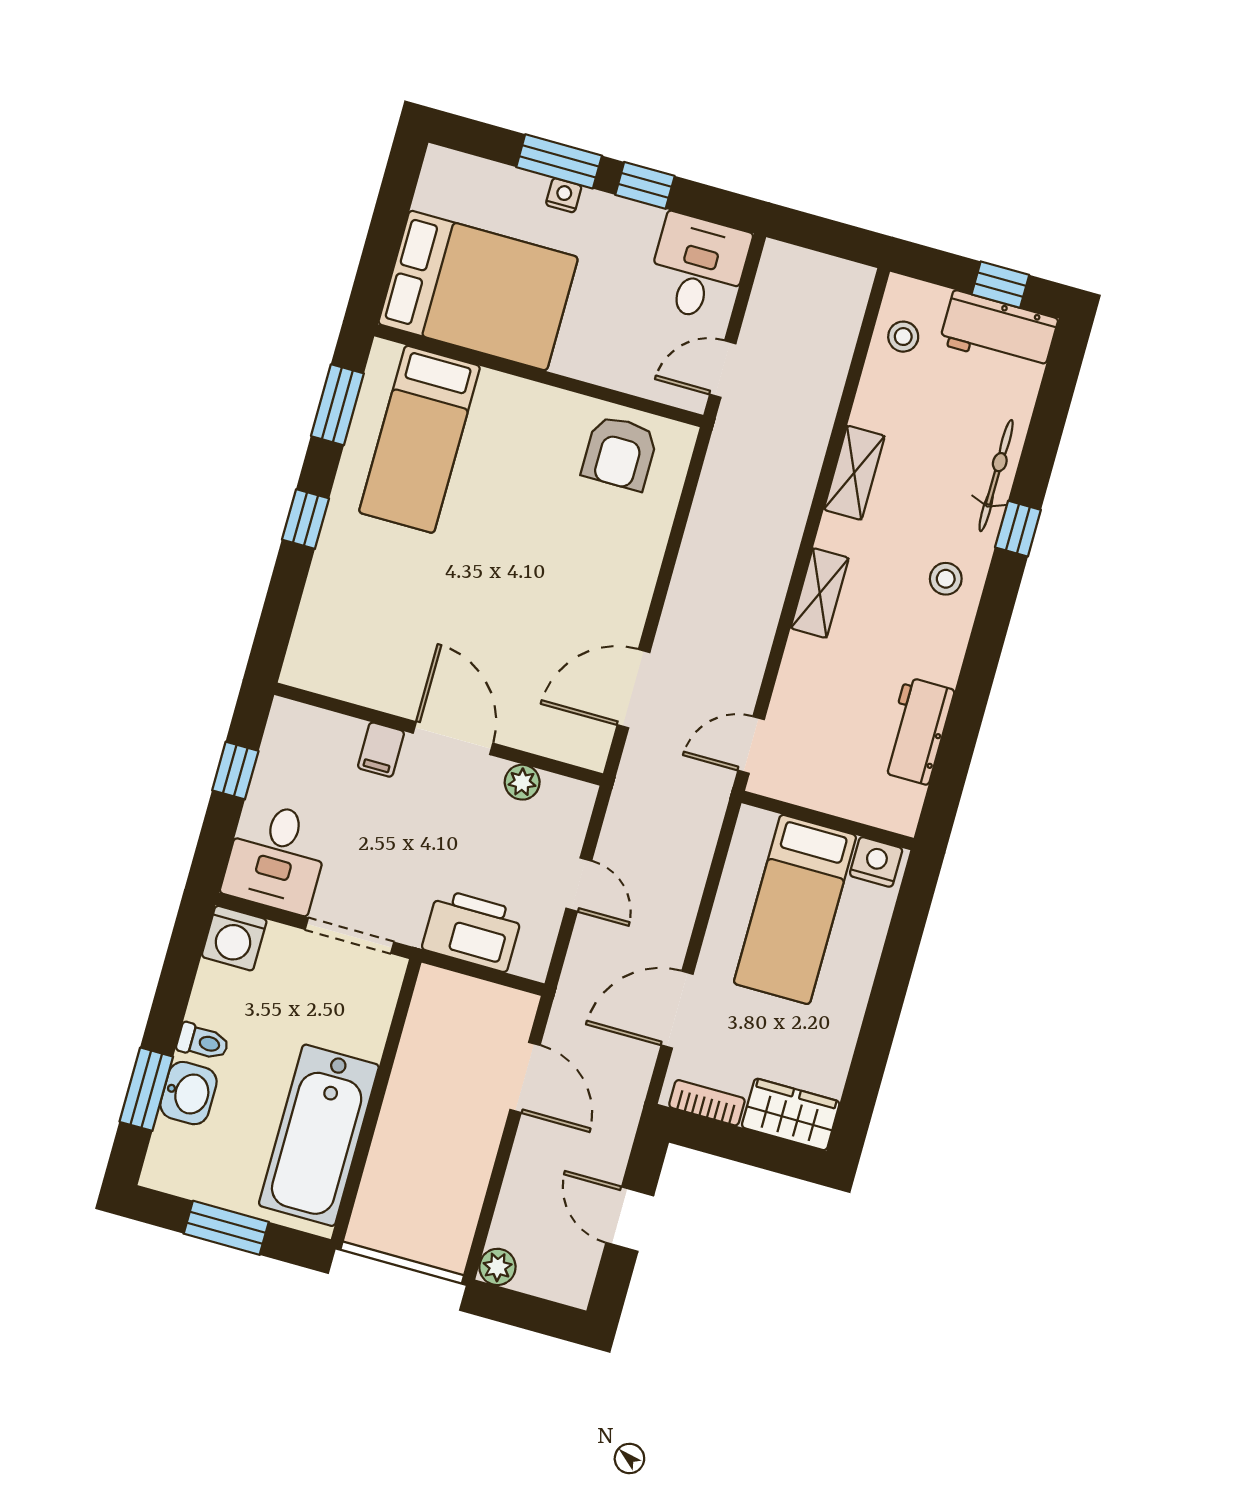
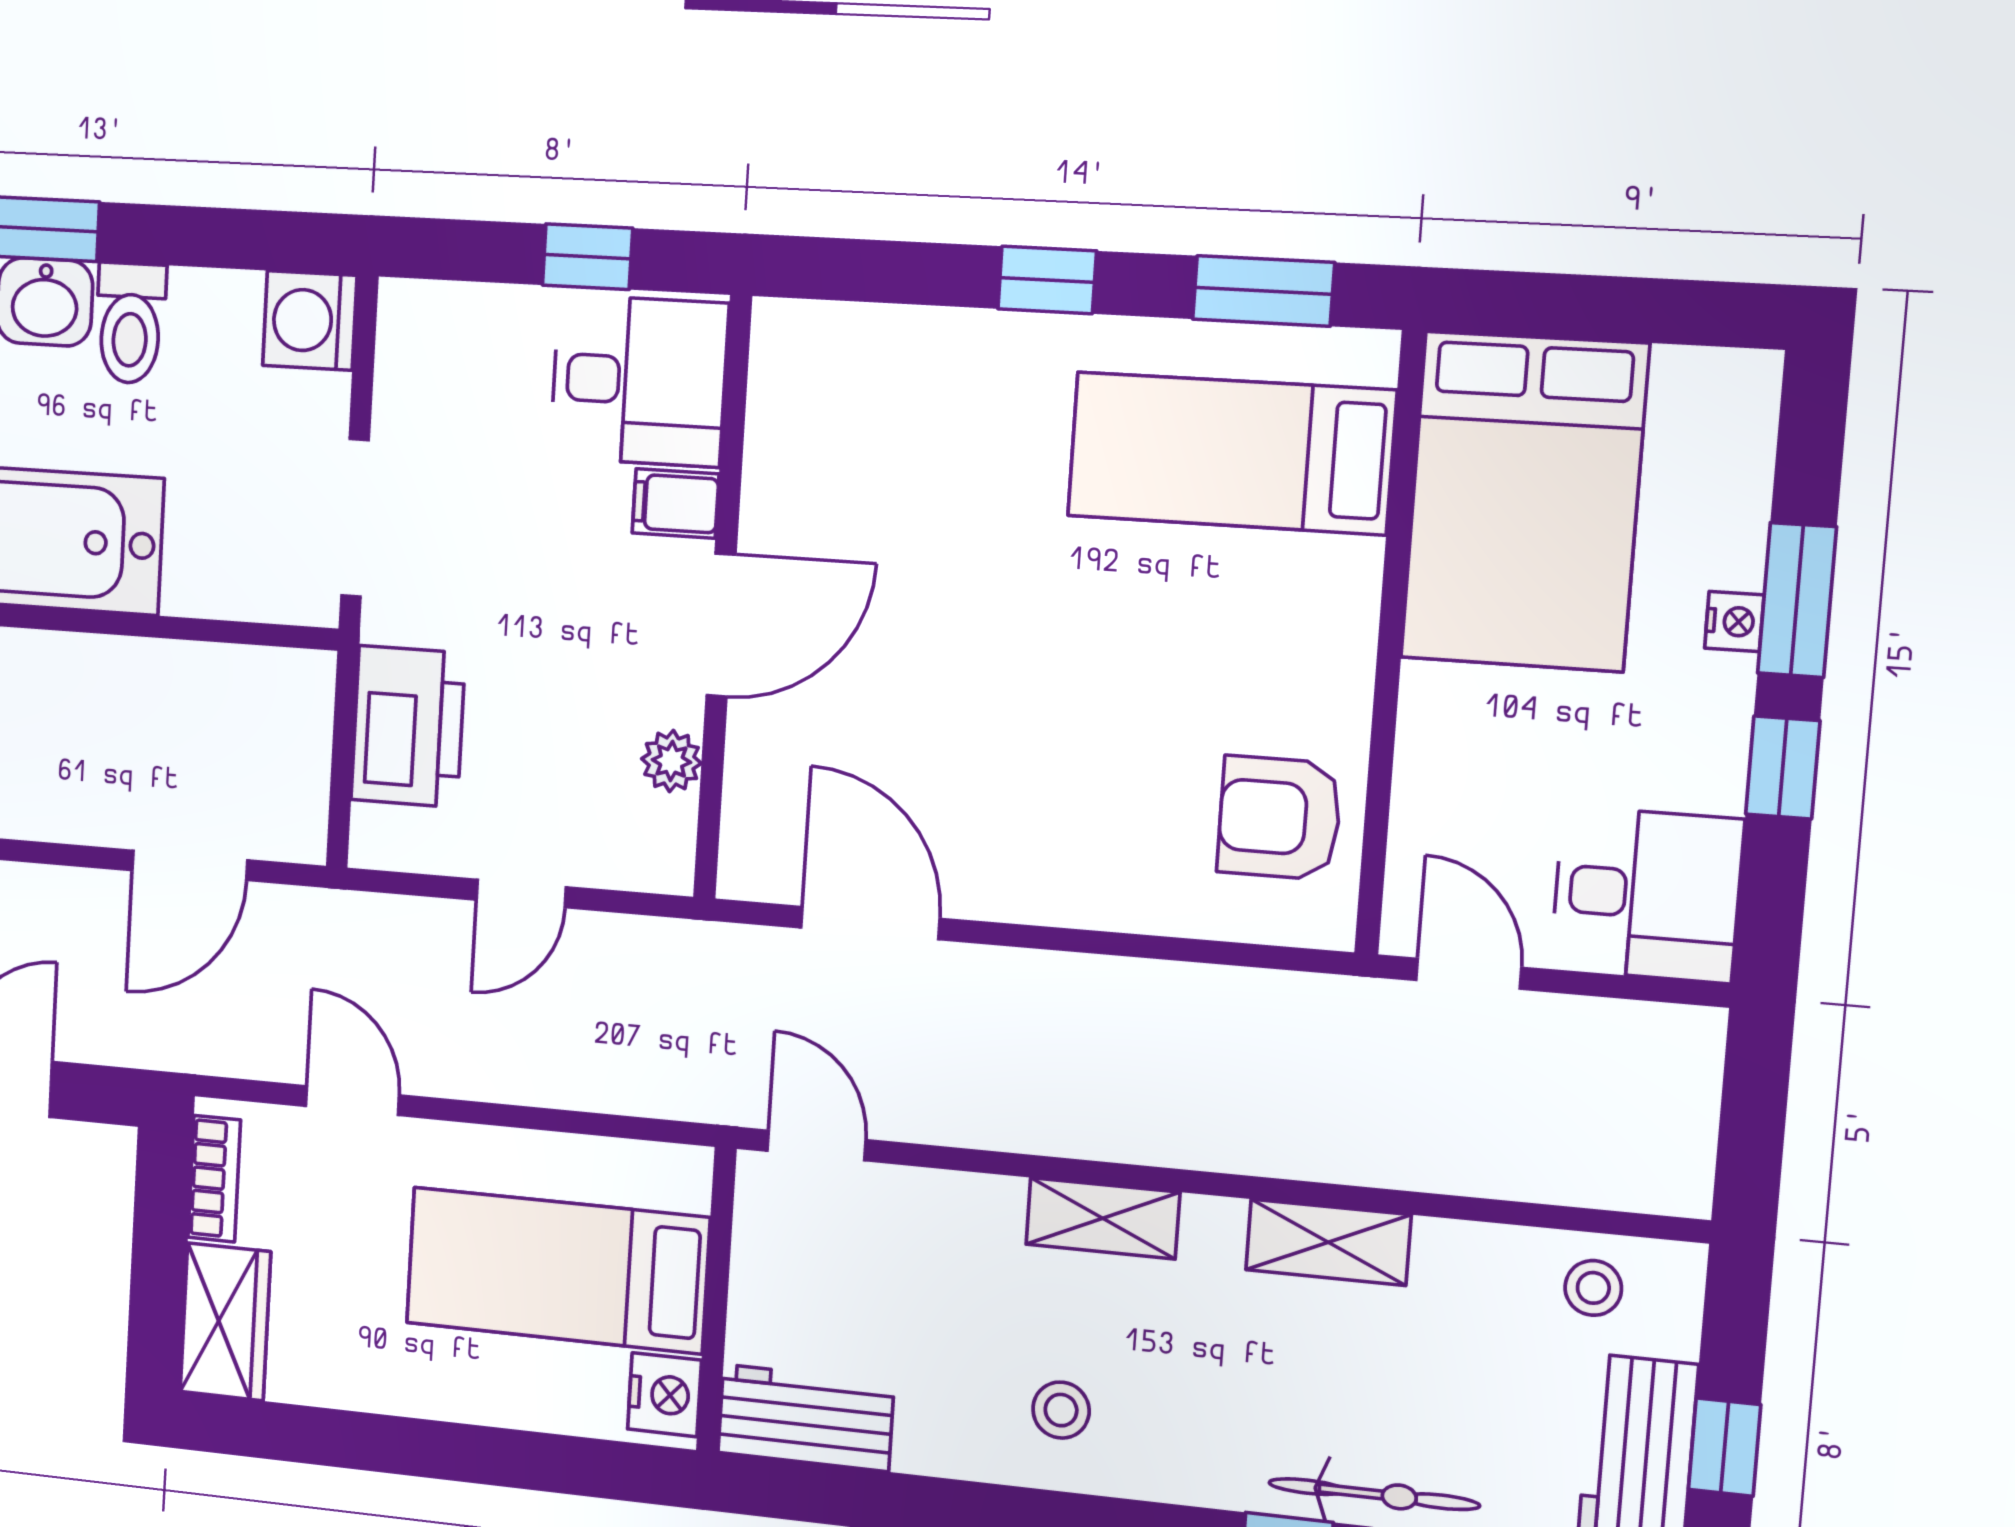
stool: (946, 579) -> (1061, 1410), moved
workbench: (917, 731) -> (806, 1418), moved
desk: (276, 857) -> (639, 381), moved, turned 180
door: (677, 1010) -> (352, 1101), width x0.73
toilet: (203, 1042) -> (130, 323), width x1.37, depth x1.39

